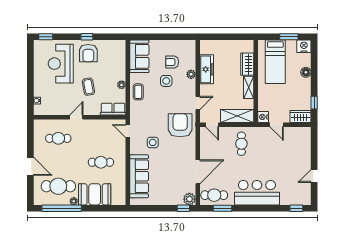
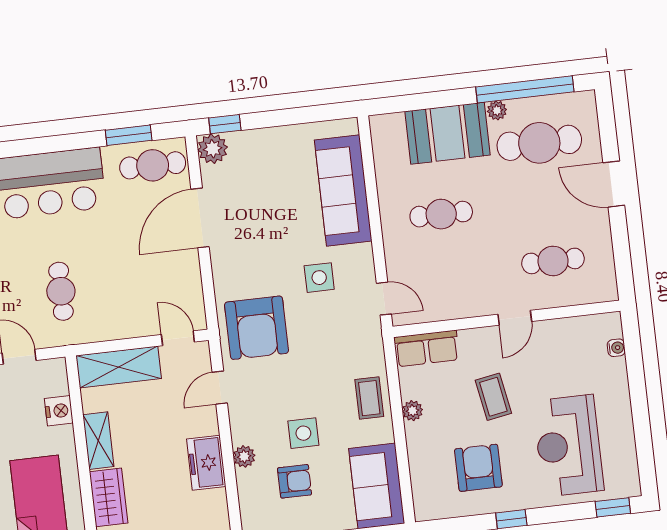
armchair: (88, 53) -> (478, 468), moved
reception desk: (61, 64) -> (568, 446), turned 180
freezer: (207, 69) -> (206, 463), width x0.71
nightstand: (263, 117) -> (59, 411), moved
cafe table: (241, 144) -> (61, 291), moved

